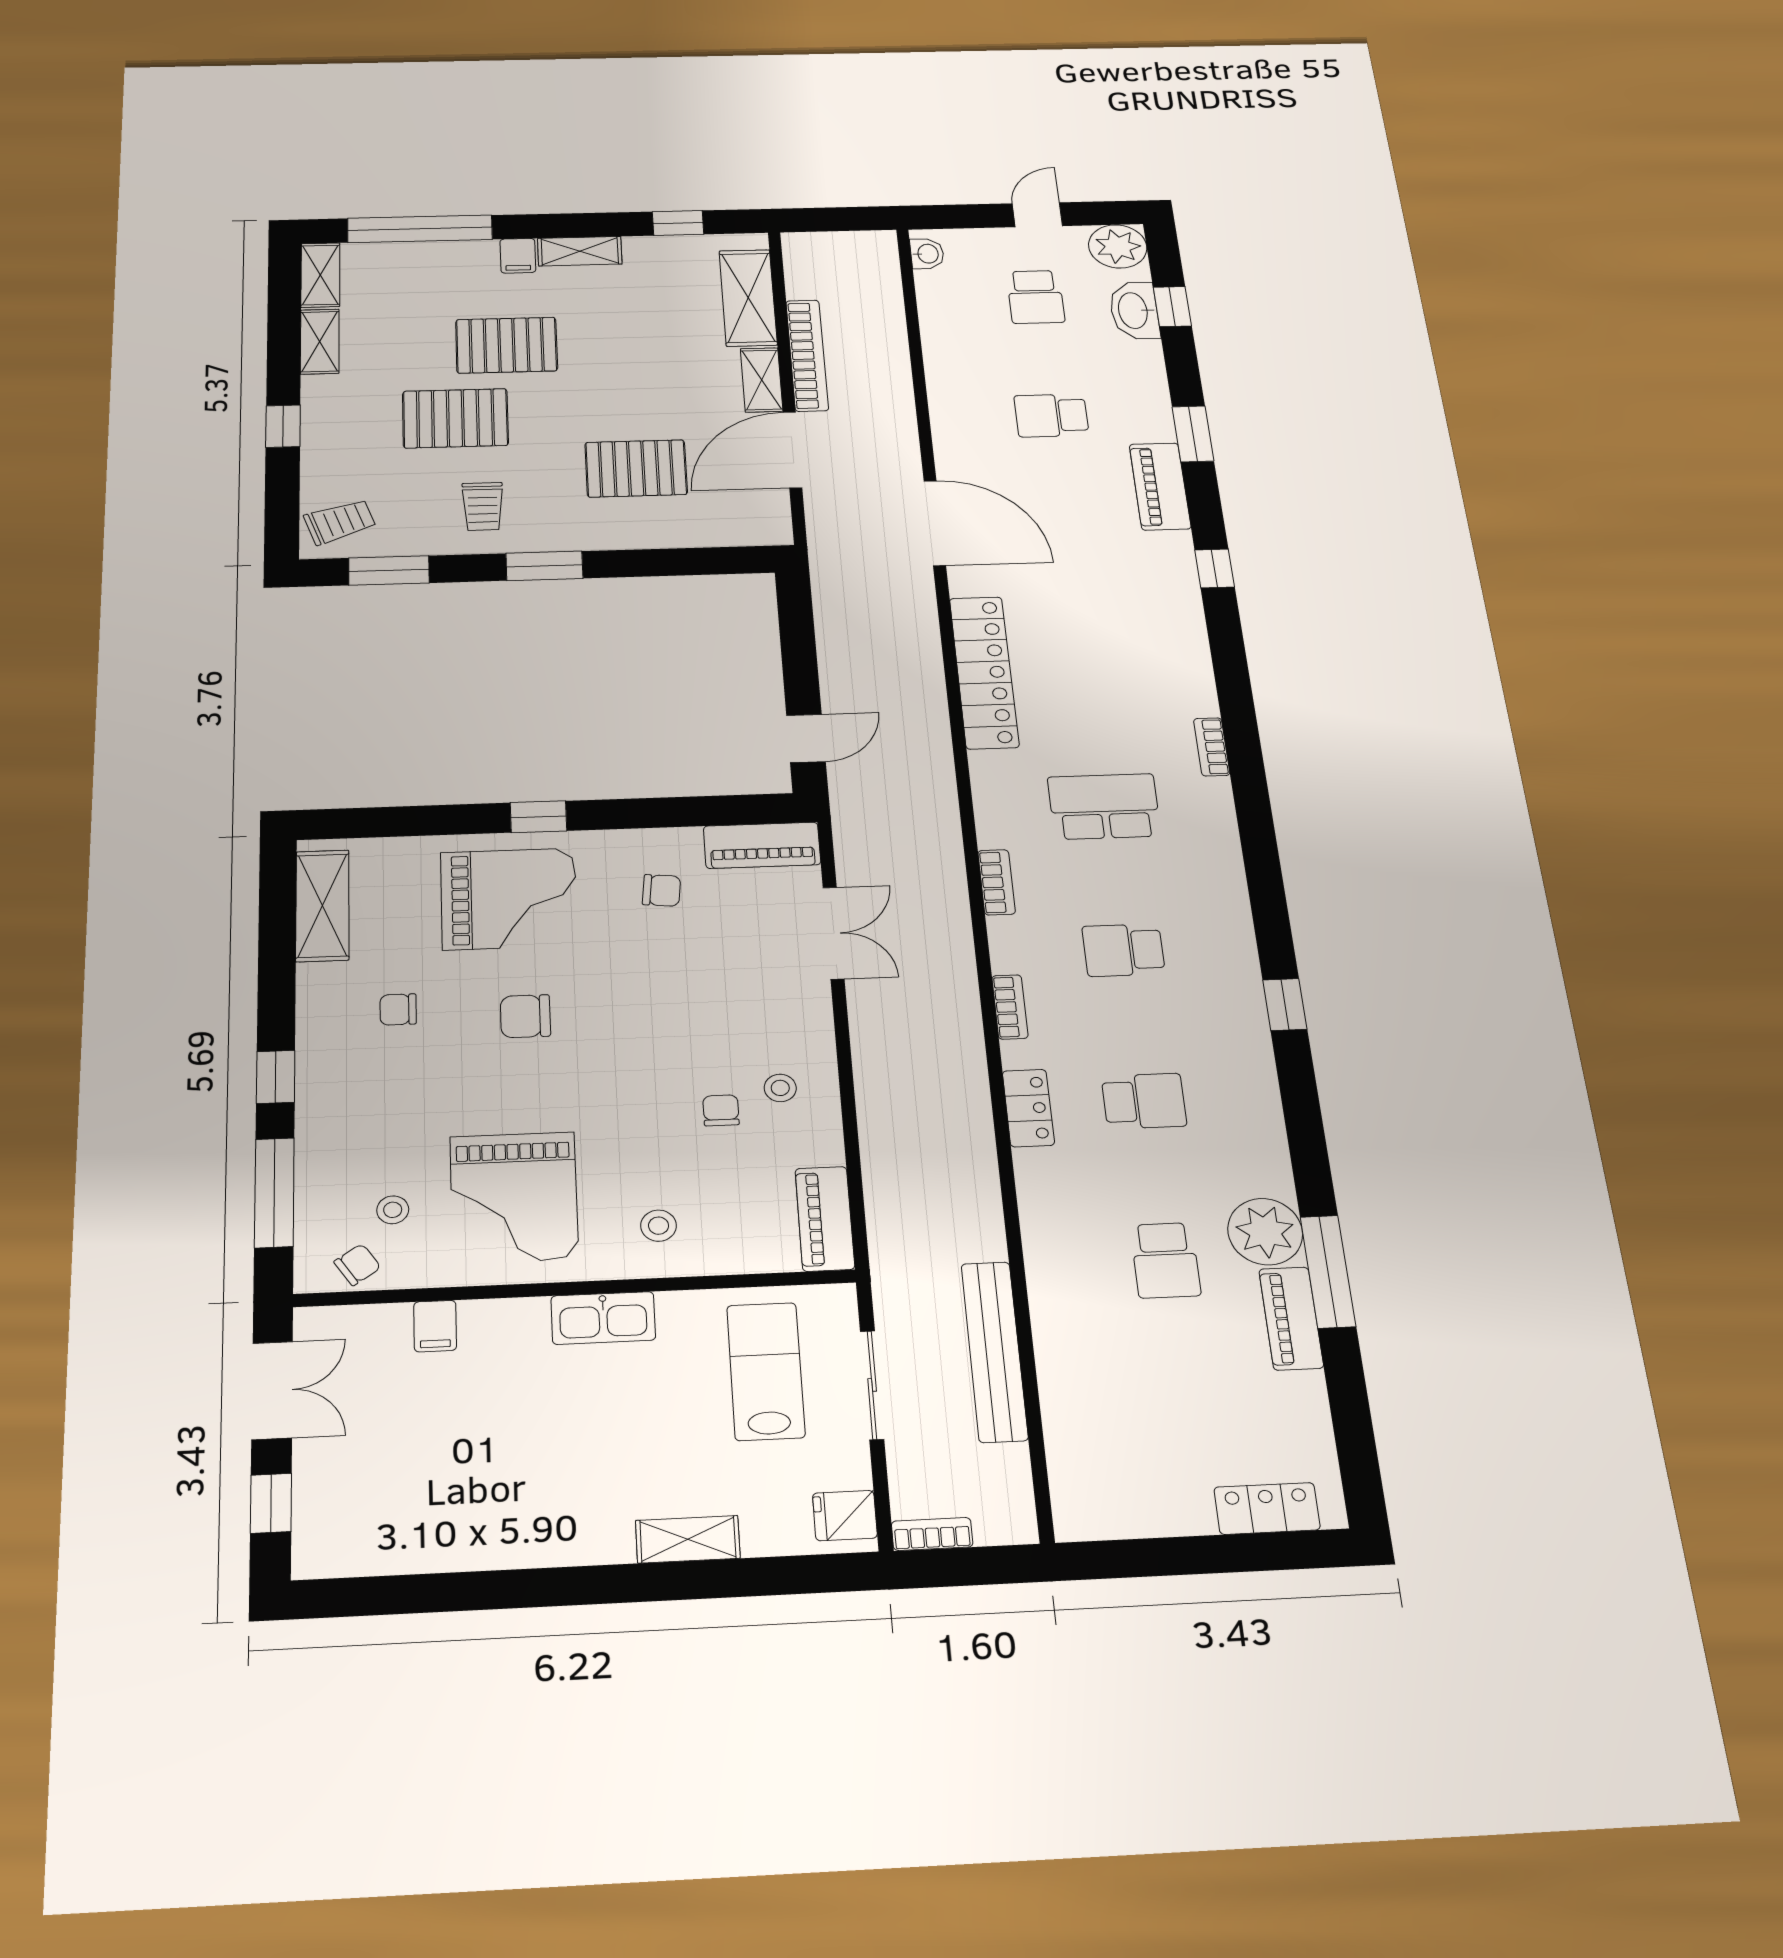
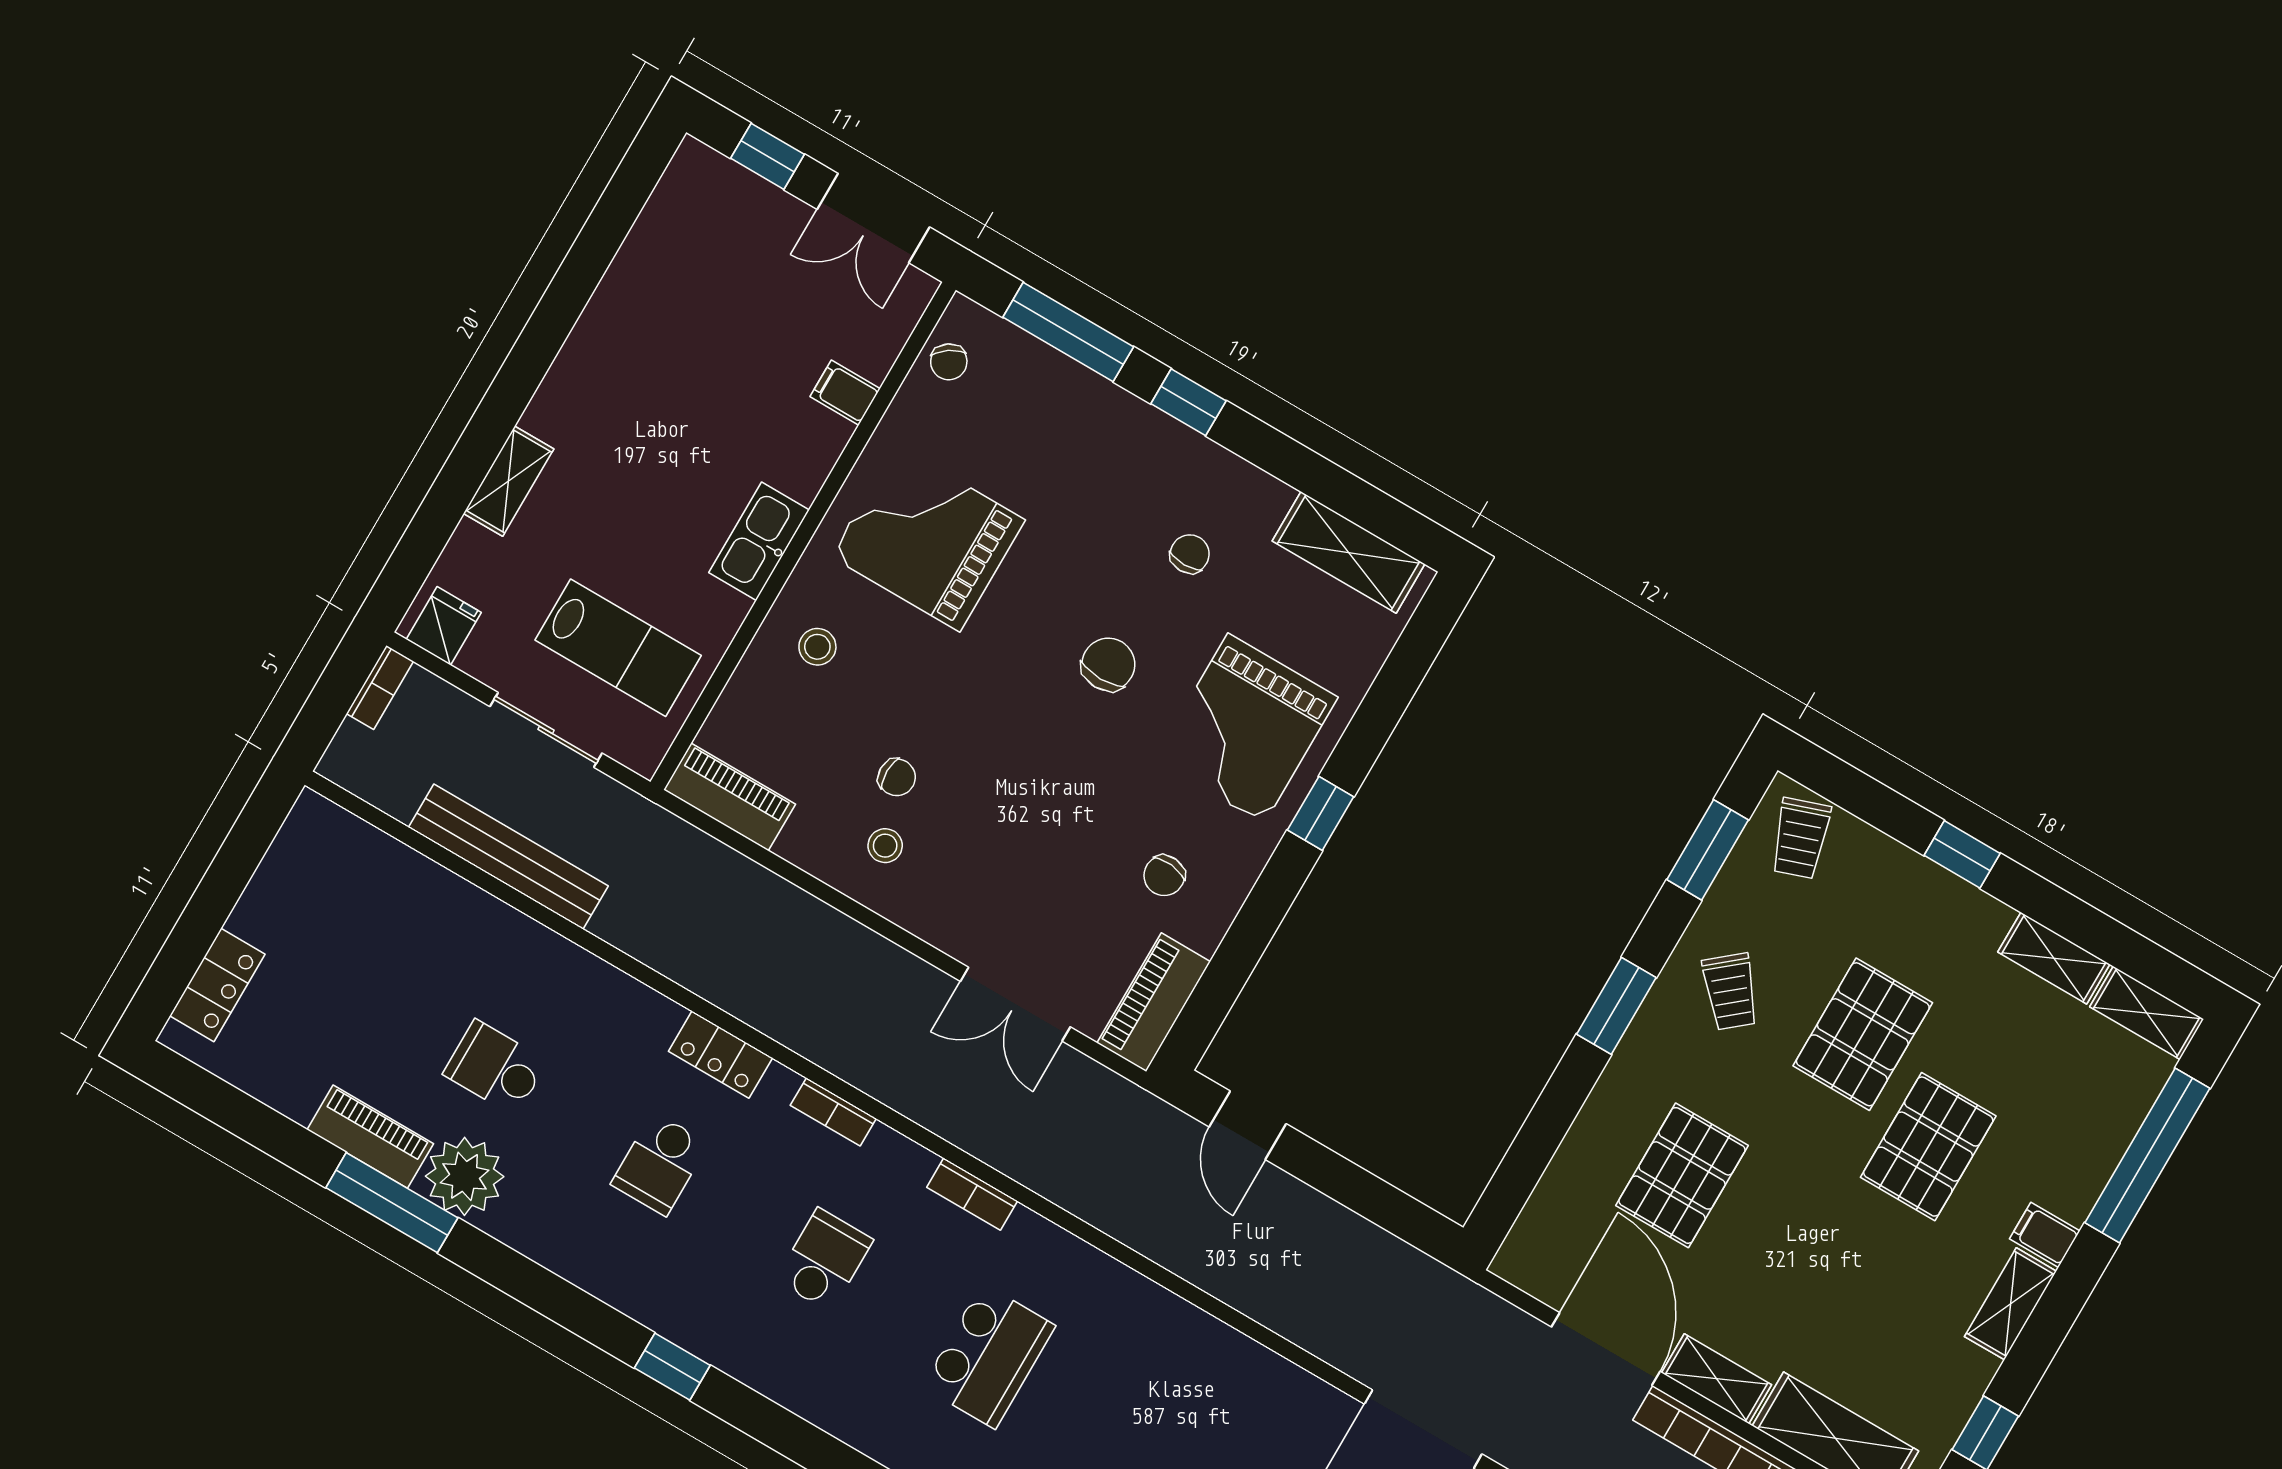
trolley: (483, 506) -> (1730, 991), turned -130
locker: (984, 672) -> (1214, 1351), removed
stool: (393, 1210) -> (984, 425), removed

